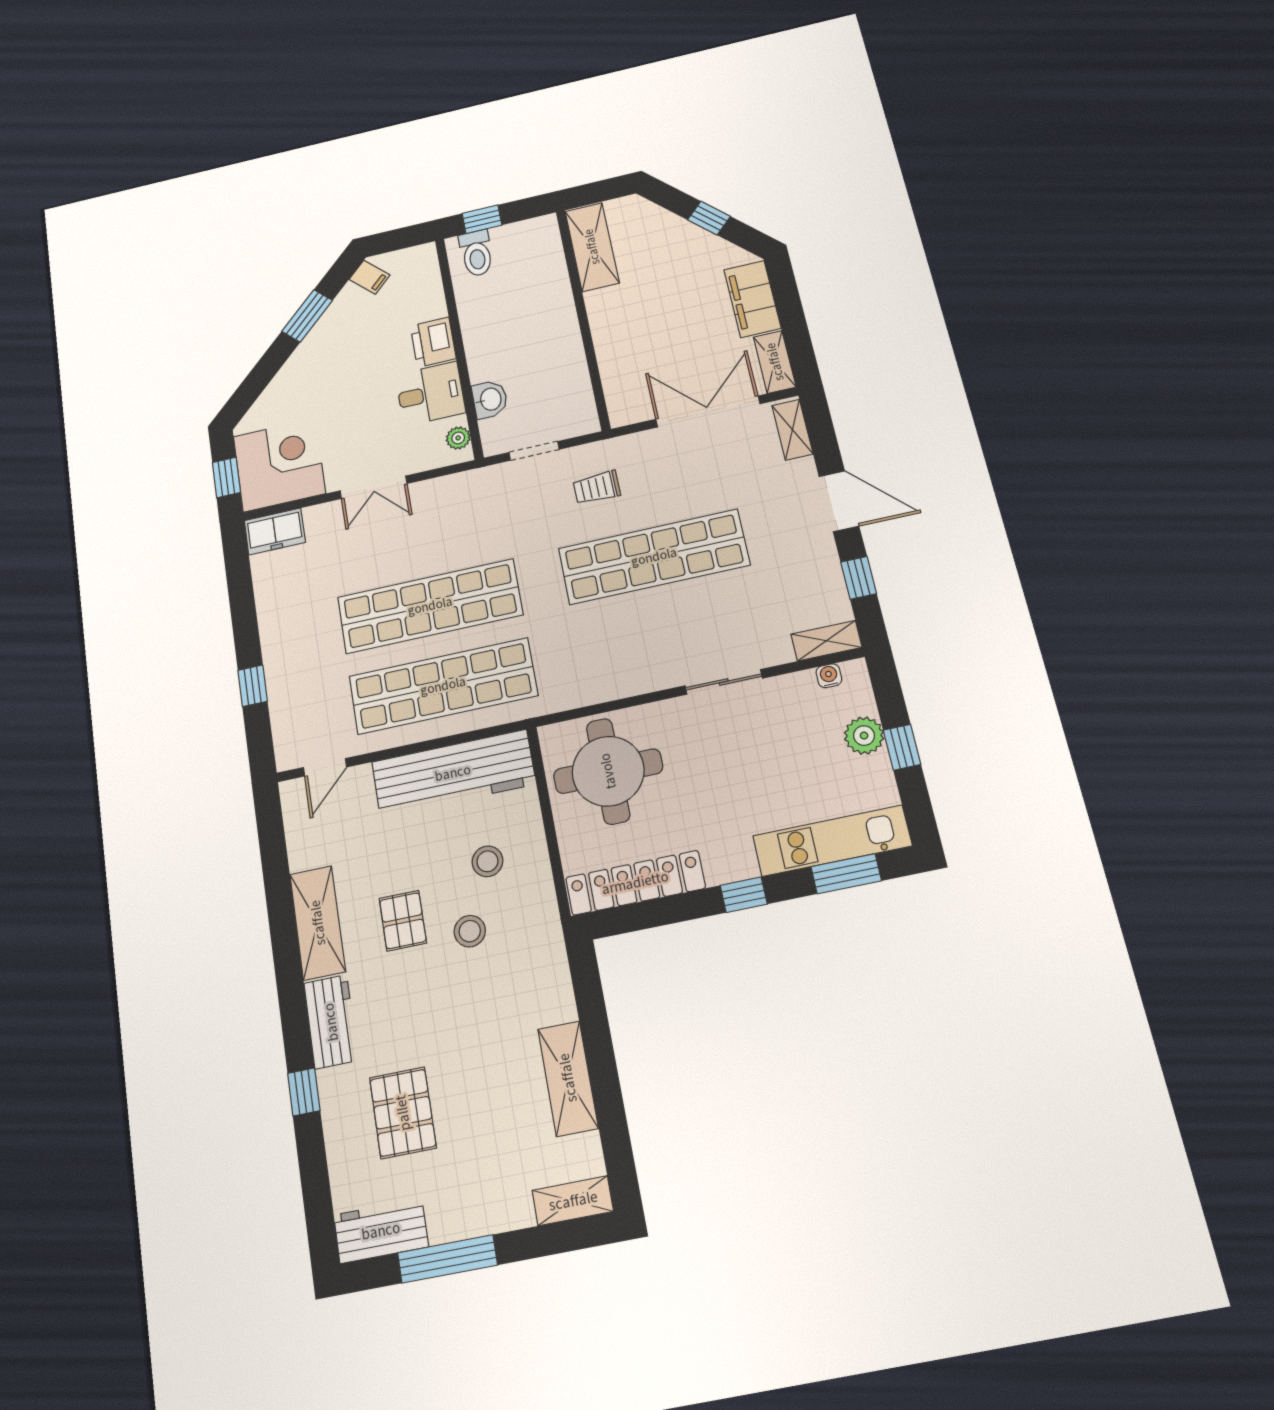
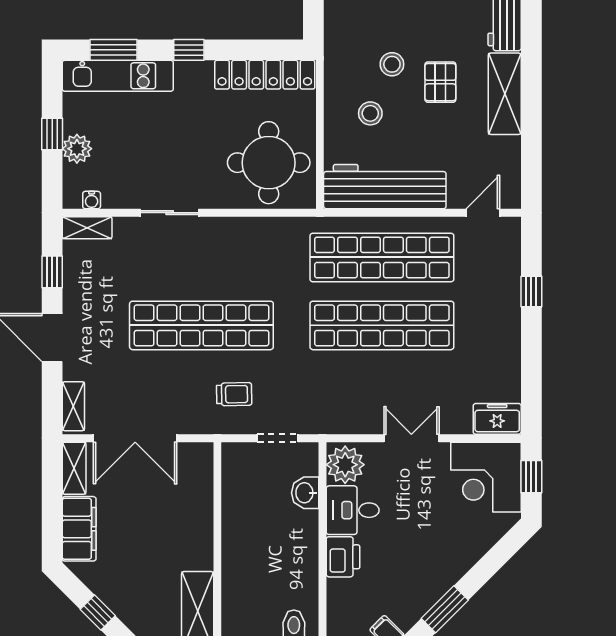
plant: (458, 438) -> (345, 465), width x1.88, depth x1.88

